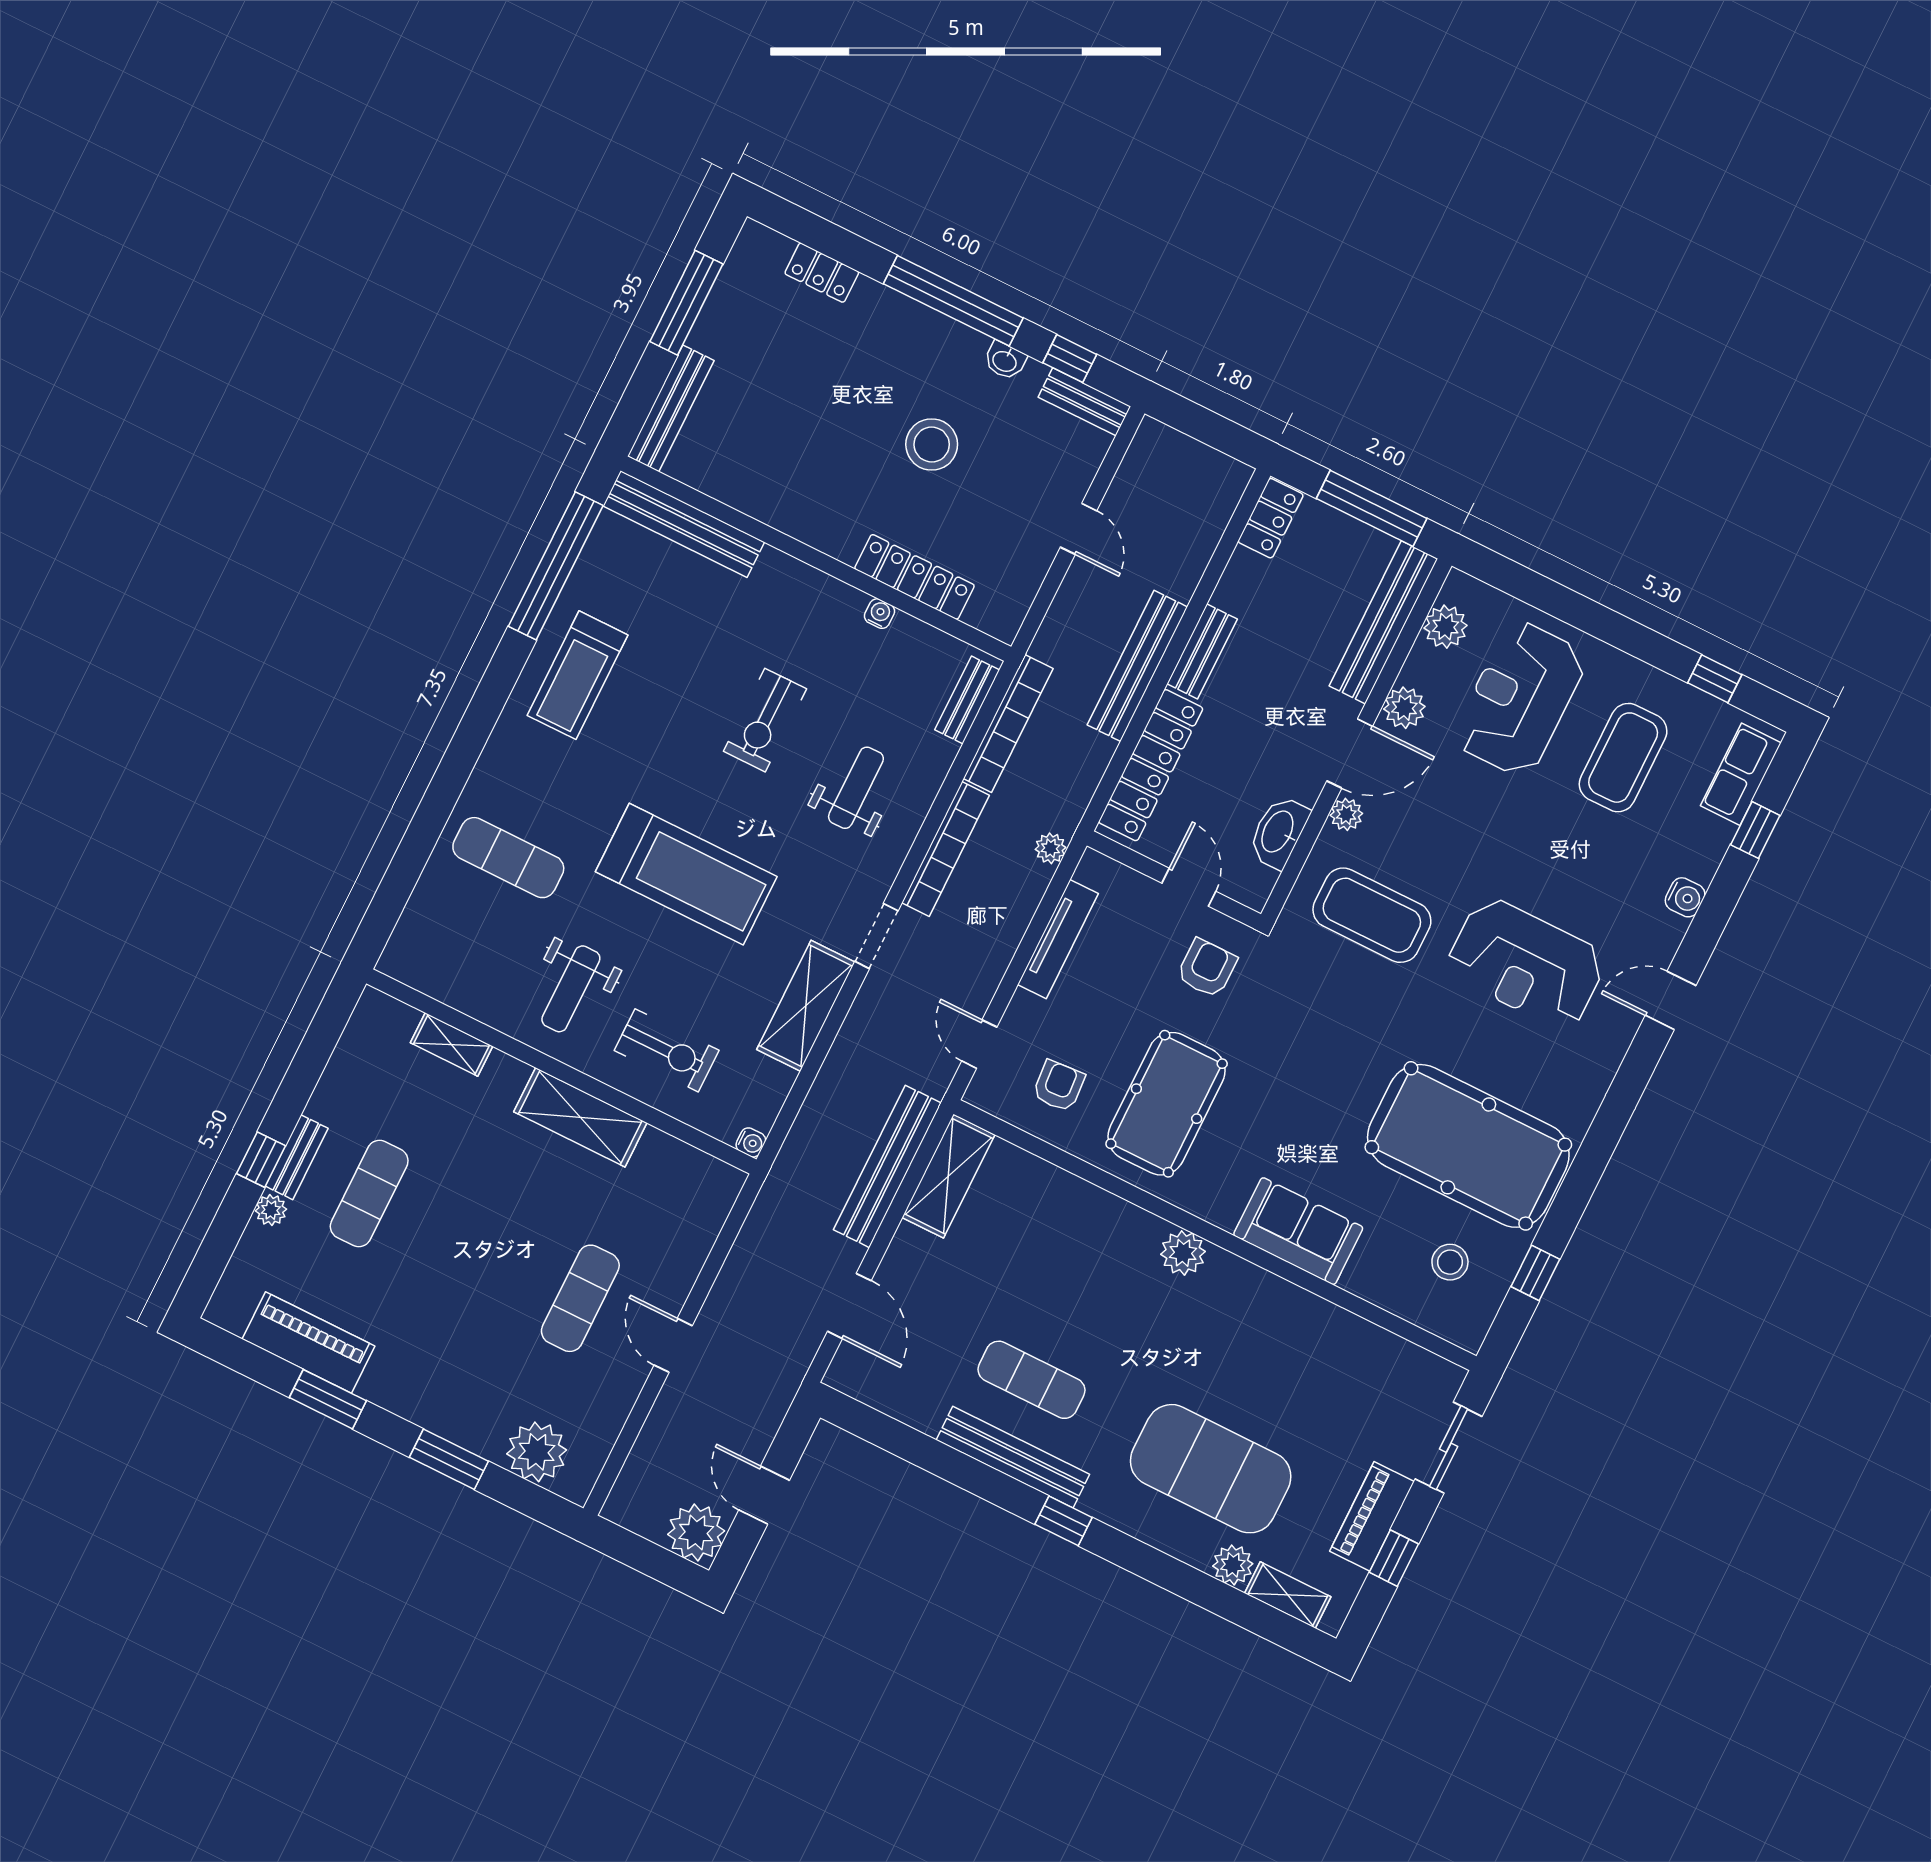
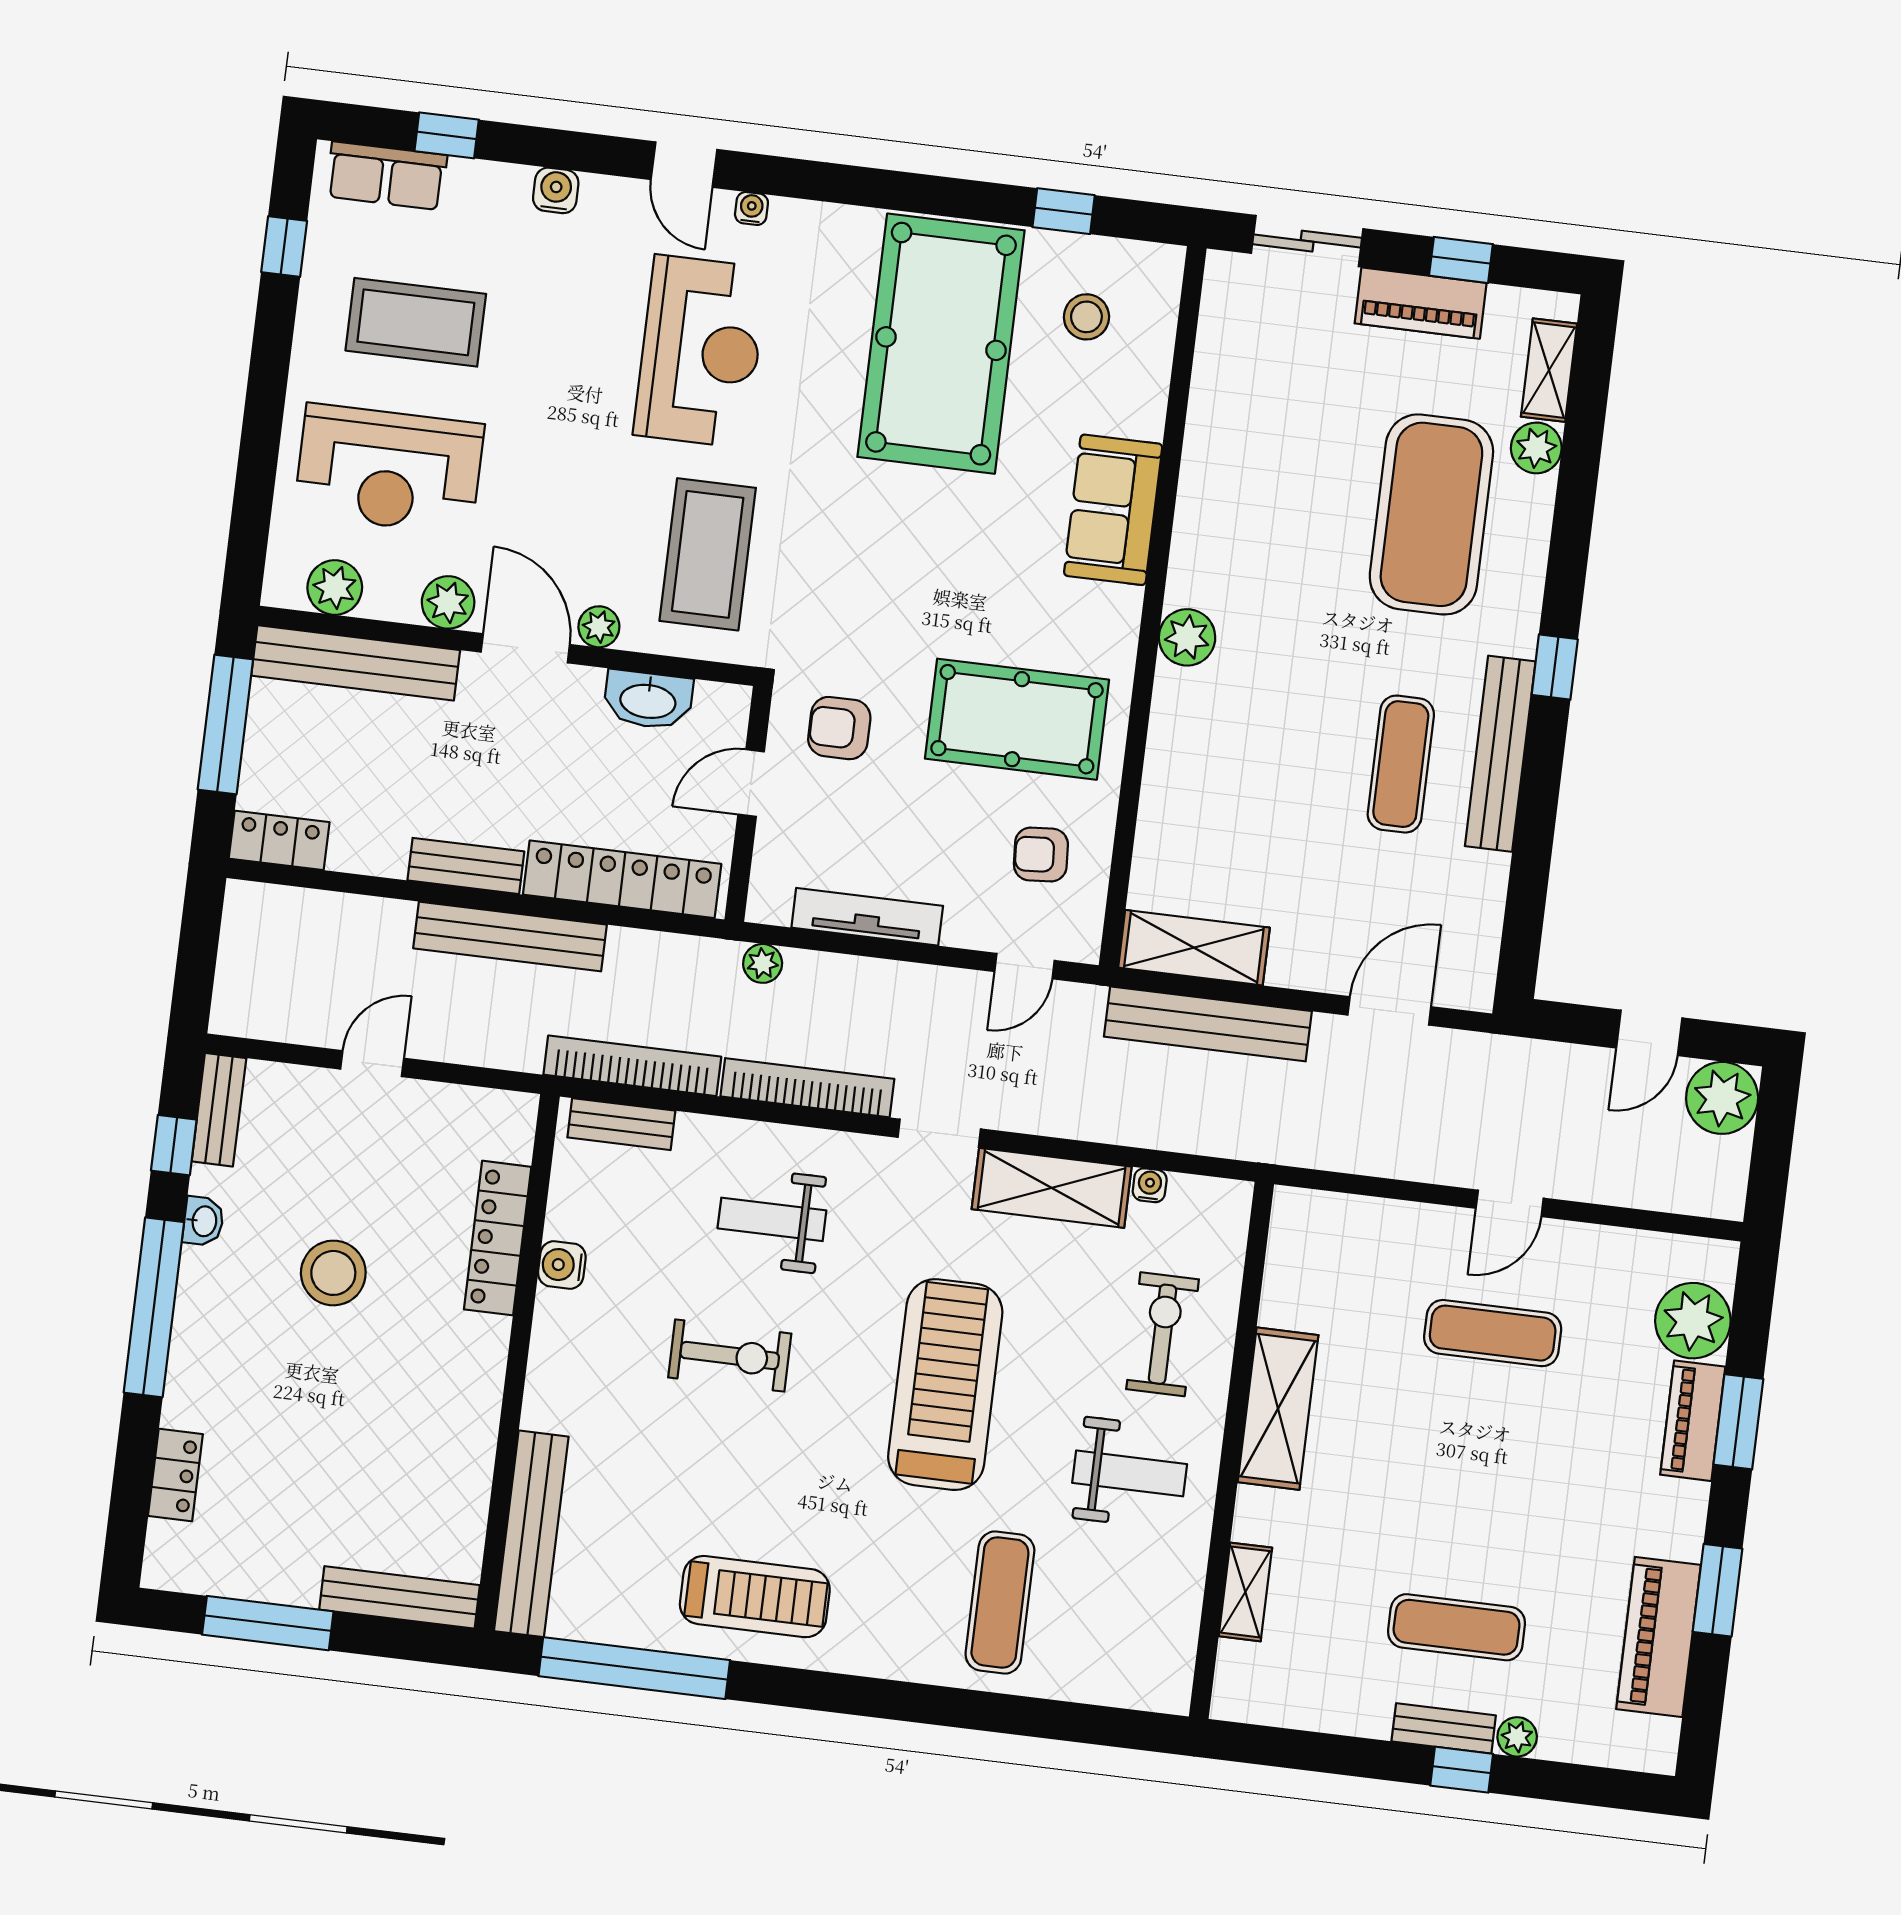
water cooler: (880, 614) -> (562, 1265), width x1.38, depth x1.38
water cooler: (1620, 1039) -> (751, 208), added
water cooler: (751, 1142) -> (1150, 1185), moved
piano: (462, 1425) -> (1693, 1421), added

